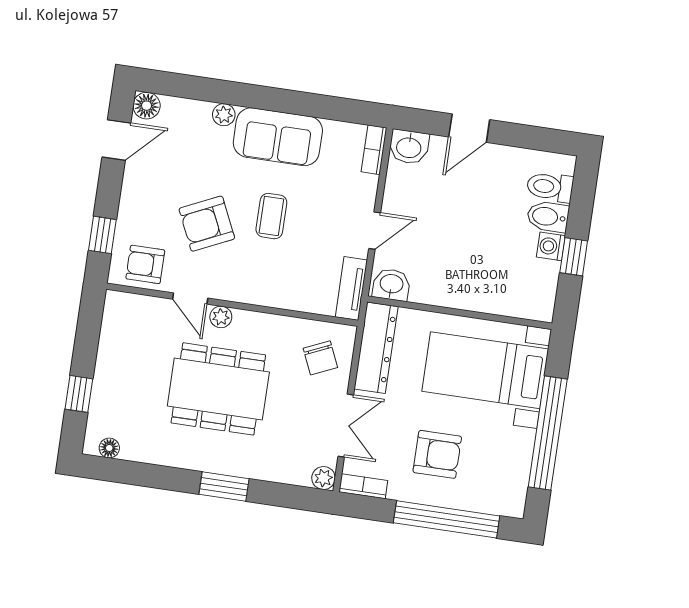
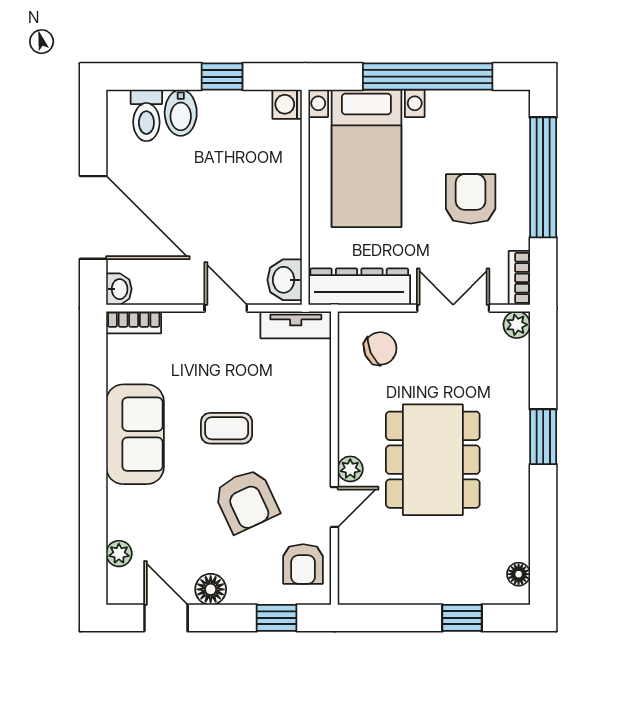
floor lamp: (147, 106) -> (211, 589), moved
plant: (224, 115) -> (119, 554), moved
door: (469, 128) -> (93, 217), width x1.87
washbasin: (409, 147) -> (119, 289), width x0.72, depth x0.69
washing machine: (551, 246) -> (287, 104), moved, turned 90

